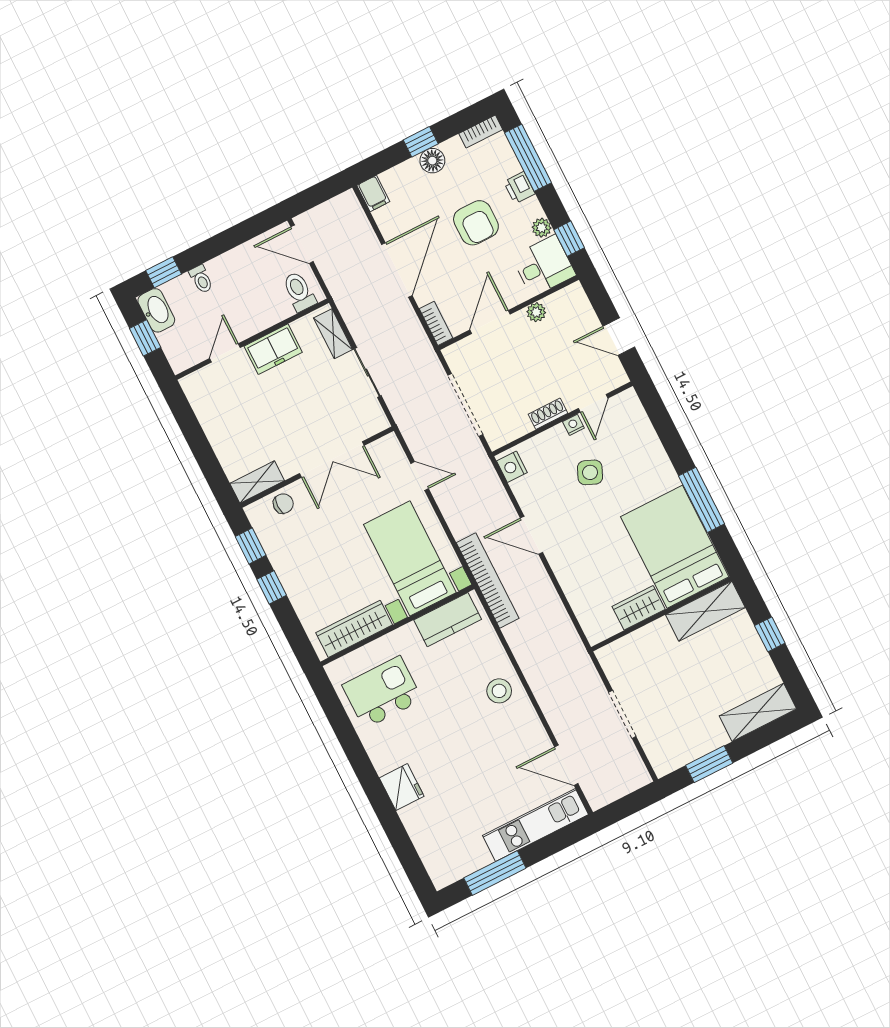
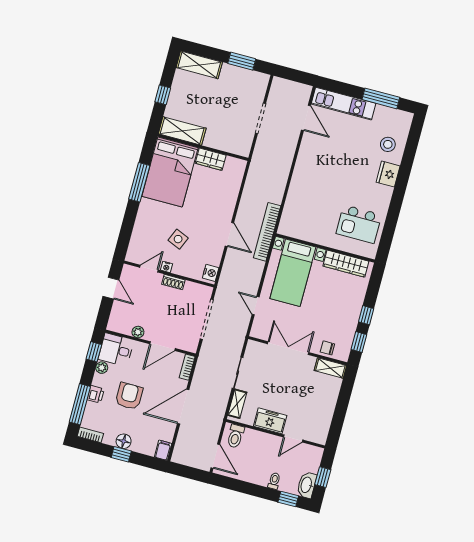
kitchen counter: (448, 620) -> (301, 230), removed
stool: (499, 691) -> (388, 144), moved

